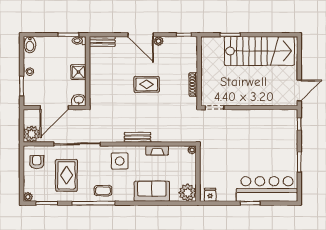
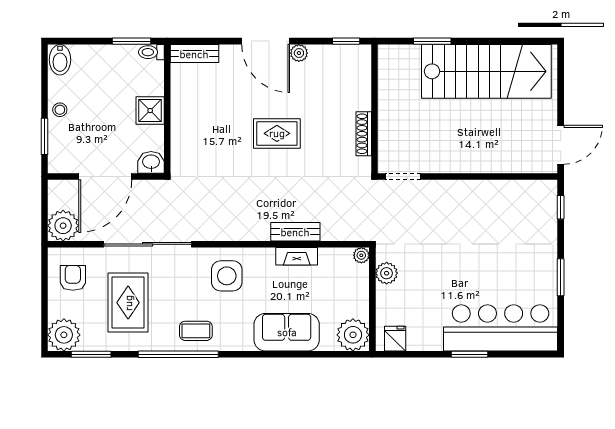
bench: (137, 137) -> (295, 232), moved
plant: (206, 160) -> (387, 273), added
plant: (28, 197) -> (64, 335), width x1.88, depth x1.88

